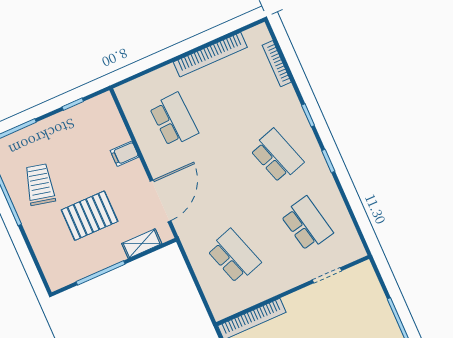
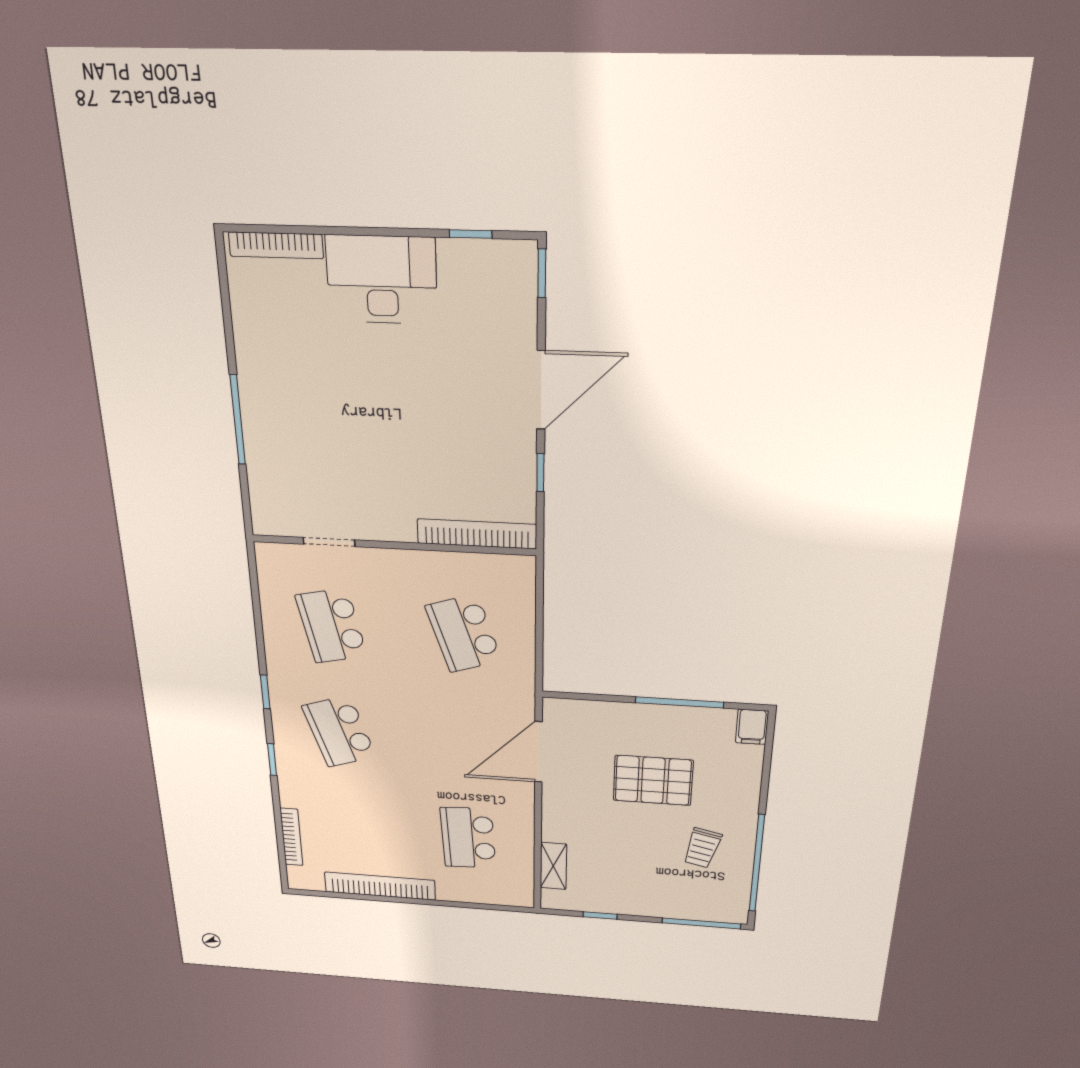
filing cabinet: (125, 154) -> (752, 727), moved, turned 90
trolley: (40, 185) -> (702, 848), width x0.73, depth x0.72
shelving: (142, 244) -> (553, 866), moved, turned 90

